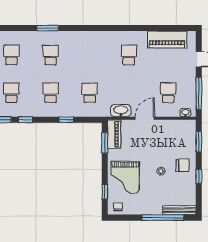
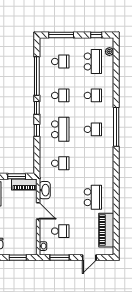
window: (48, 28) -> (116, 127), width x2.11
school desk: (129, 55) -> (93, 197), width x1.85
school desk: (51, 93) -> (60, 129), width x1.85
window: (199, 93) -> (60, 258), width x0.69
window: (66, 120) -> (37, 130), moved

